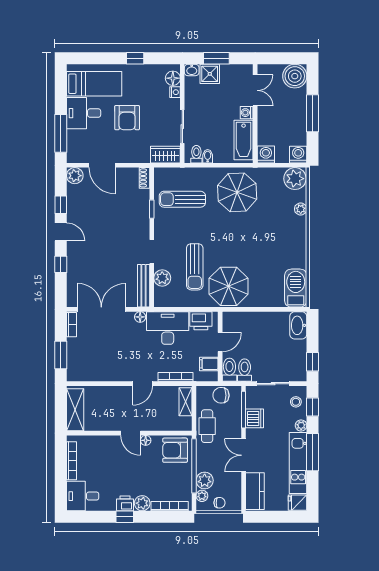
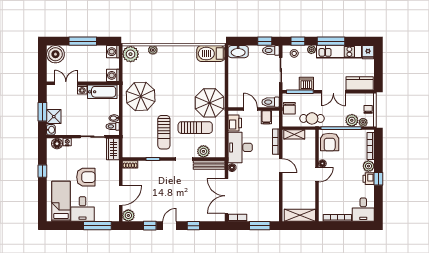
sun lounger: (182, 199) -> (164, 132), moved
toilet: (245, 370) -> (271, 50), moved

